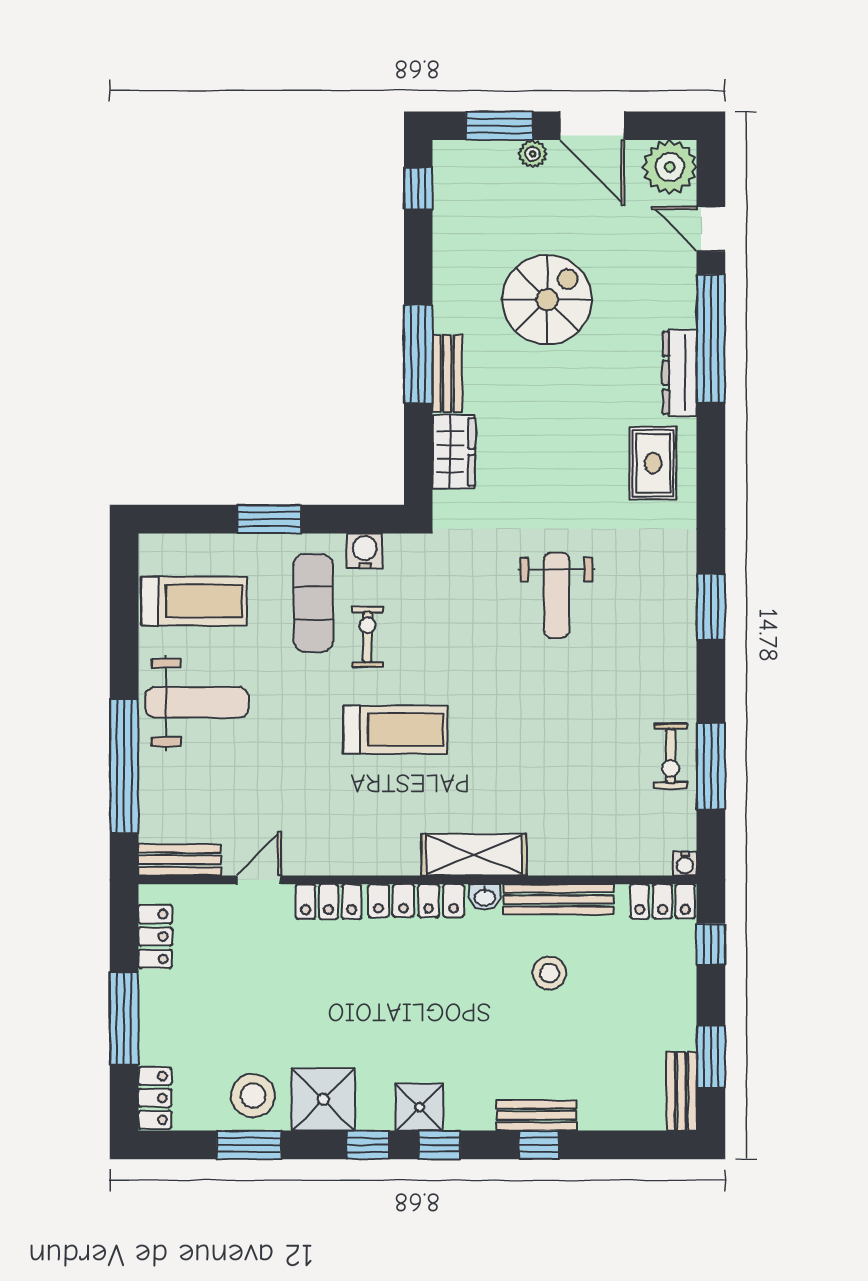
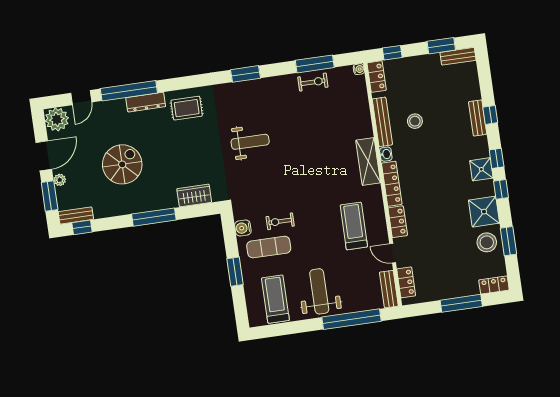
spiral stairs: (547, 300) -> (122, 164), turned 90
bench: (447, 373) -> (76, 215), moved
treadmill: (395, 730) -> (354, 226), moved
locker: (155, 936) -> (406, 282), moved, turned 90

